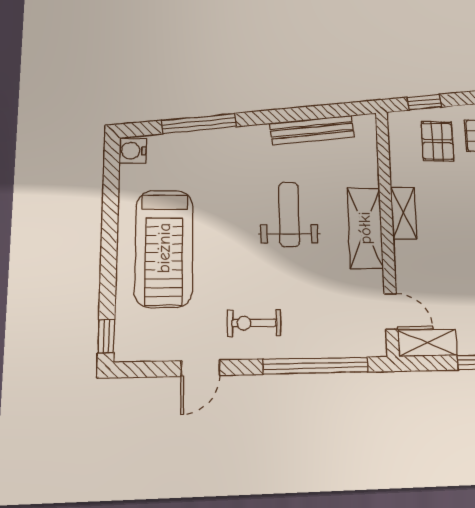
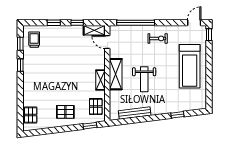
window: (199, 124) -> (177, 115), width x0.46
pallet: (437, 141) -> (96, 107), moved
water cooler: (133, 151) -> (201, 104), removed
treadmill: (164, 248) -> (190, 66), turned 180
door: (201, 368) -> (194, 23), moved

